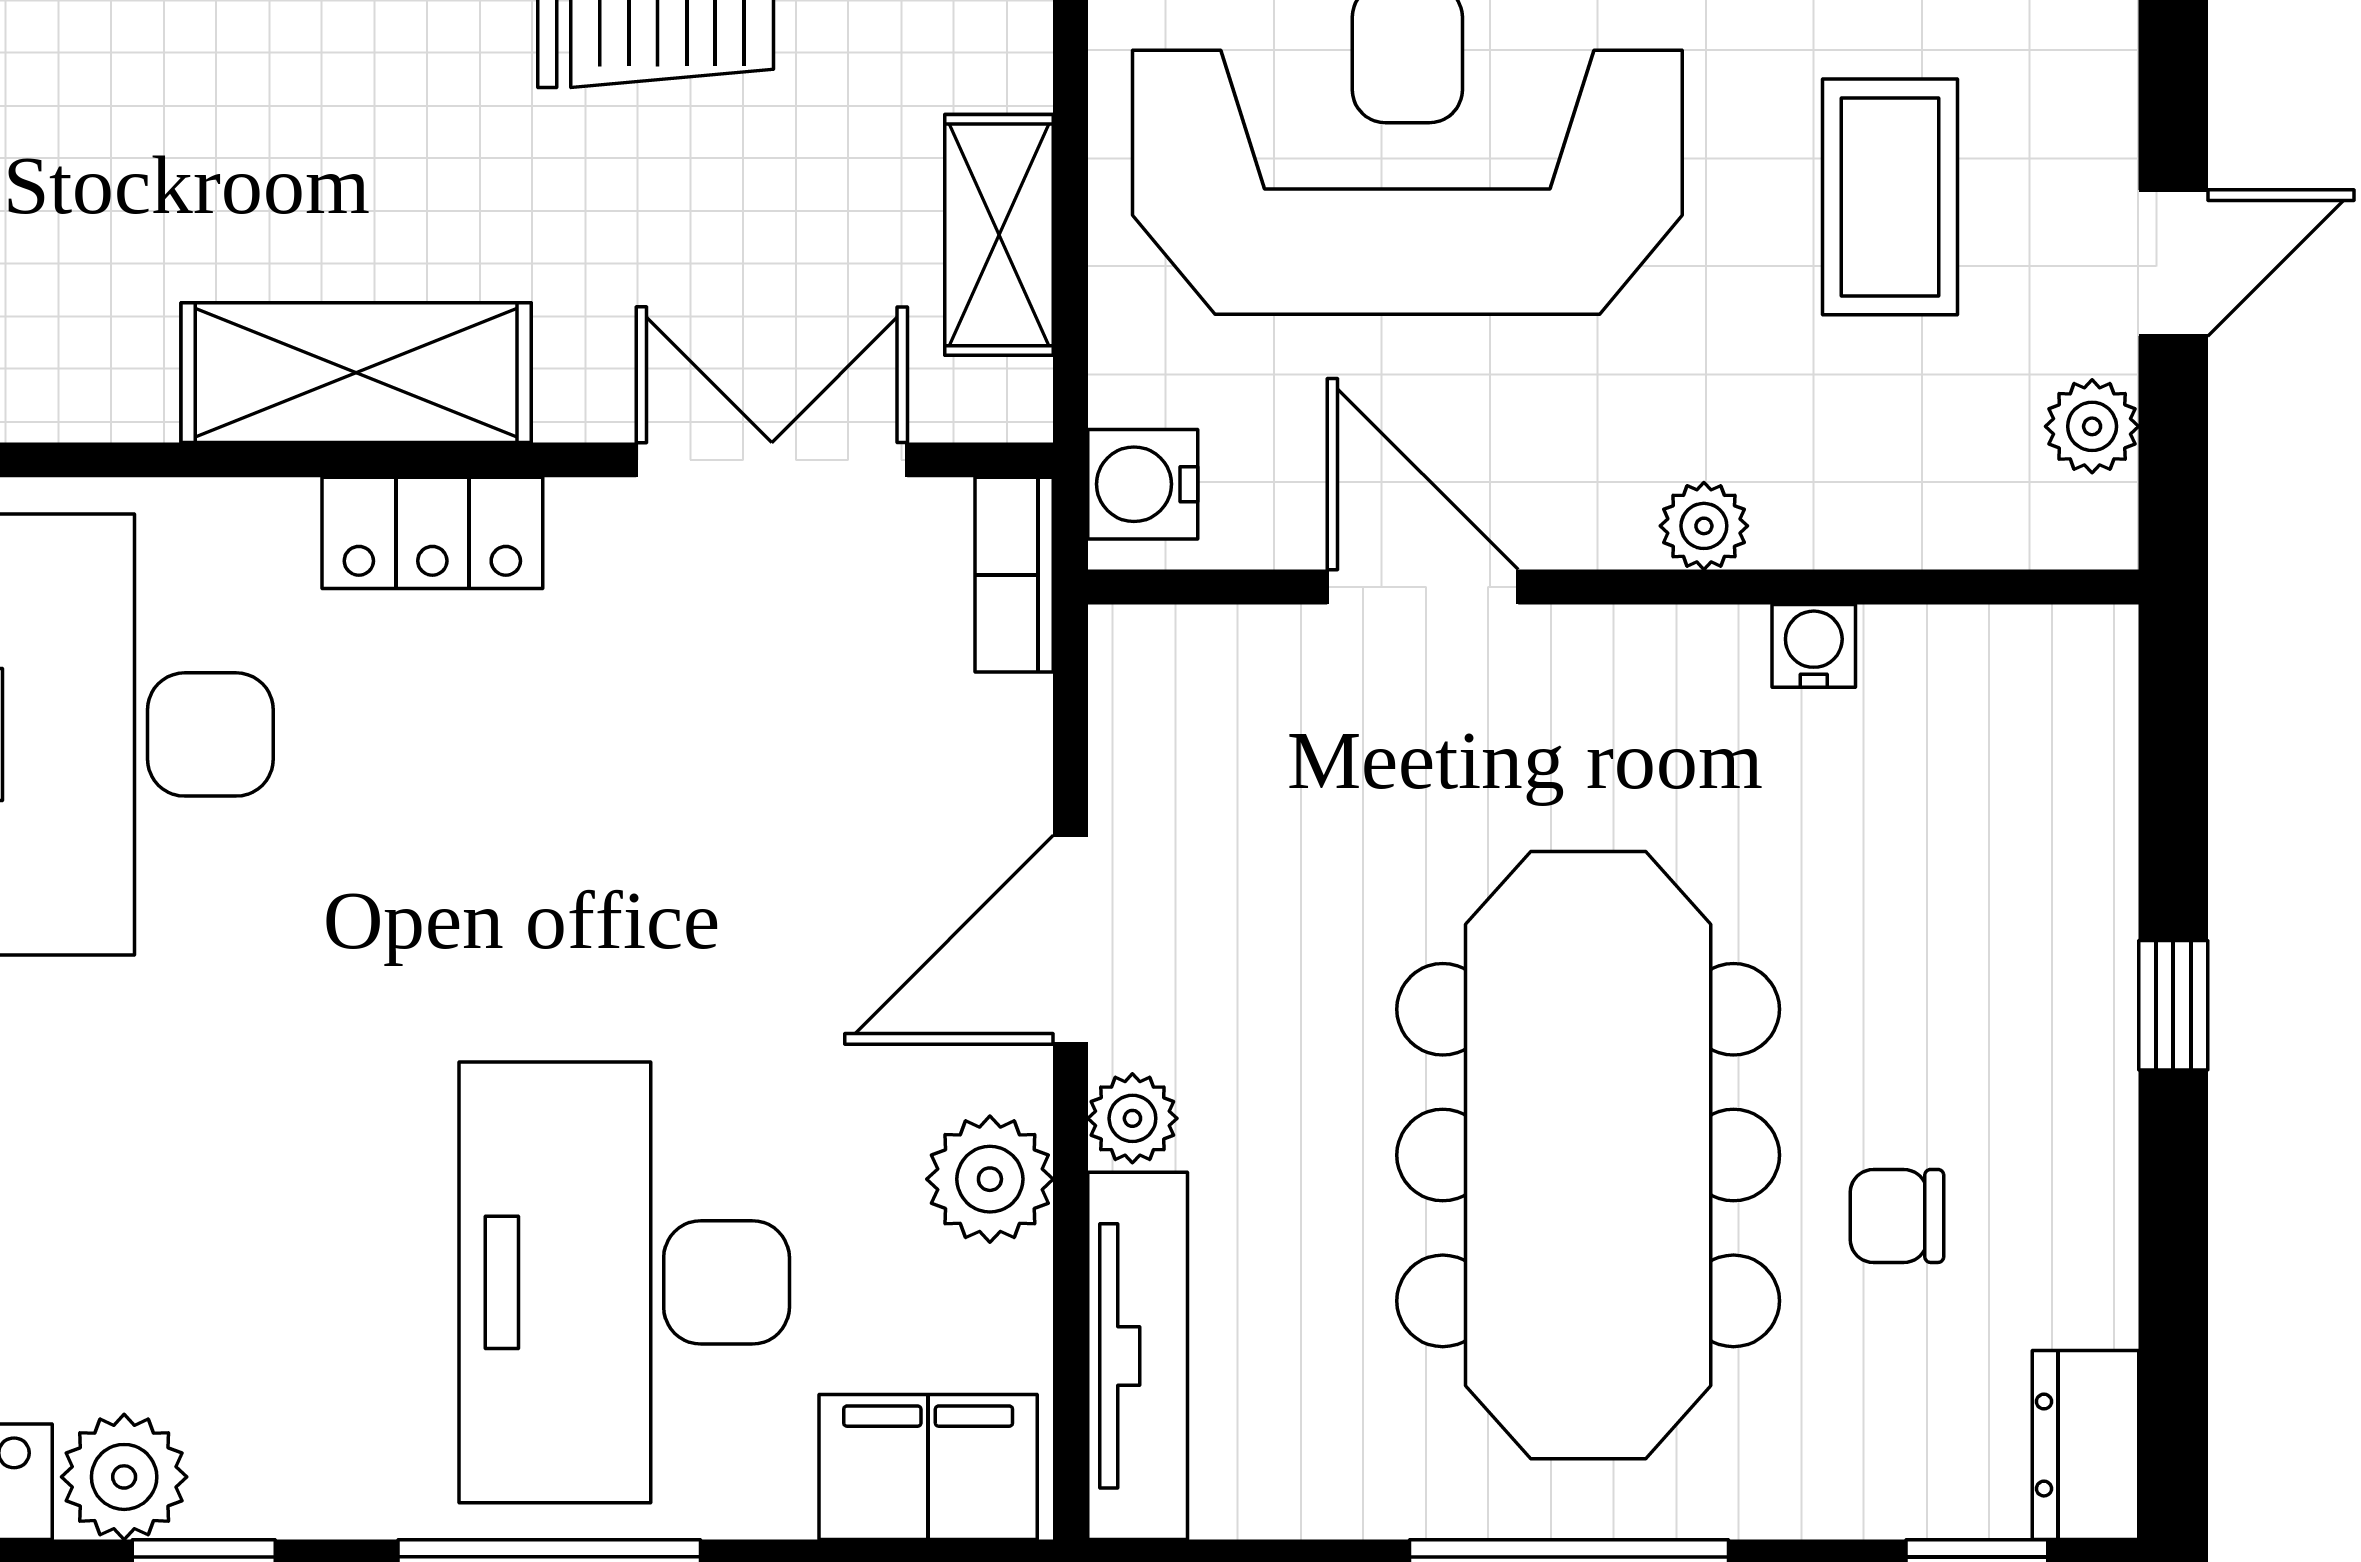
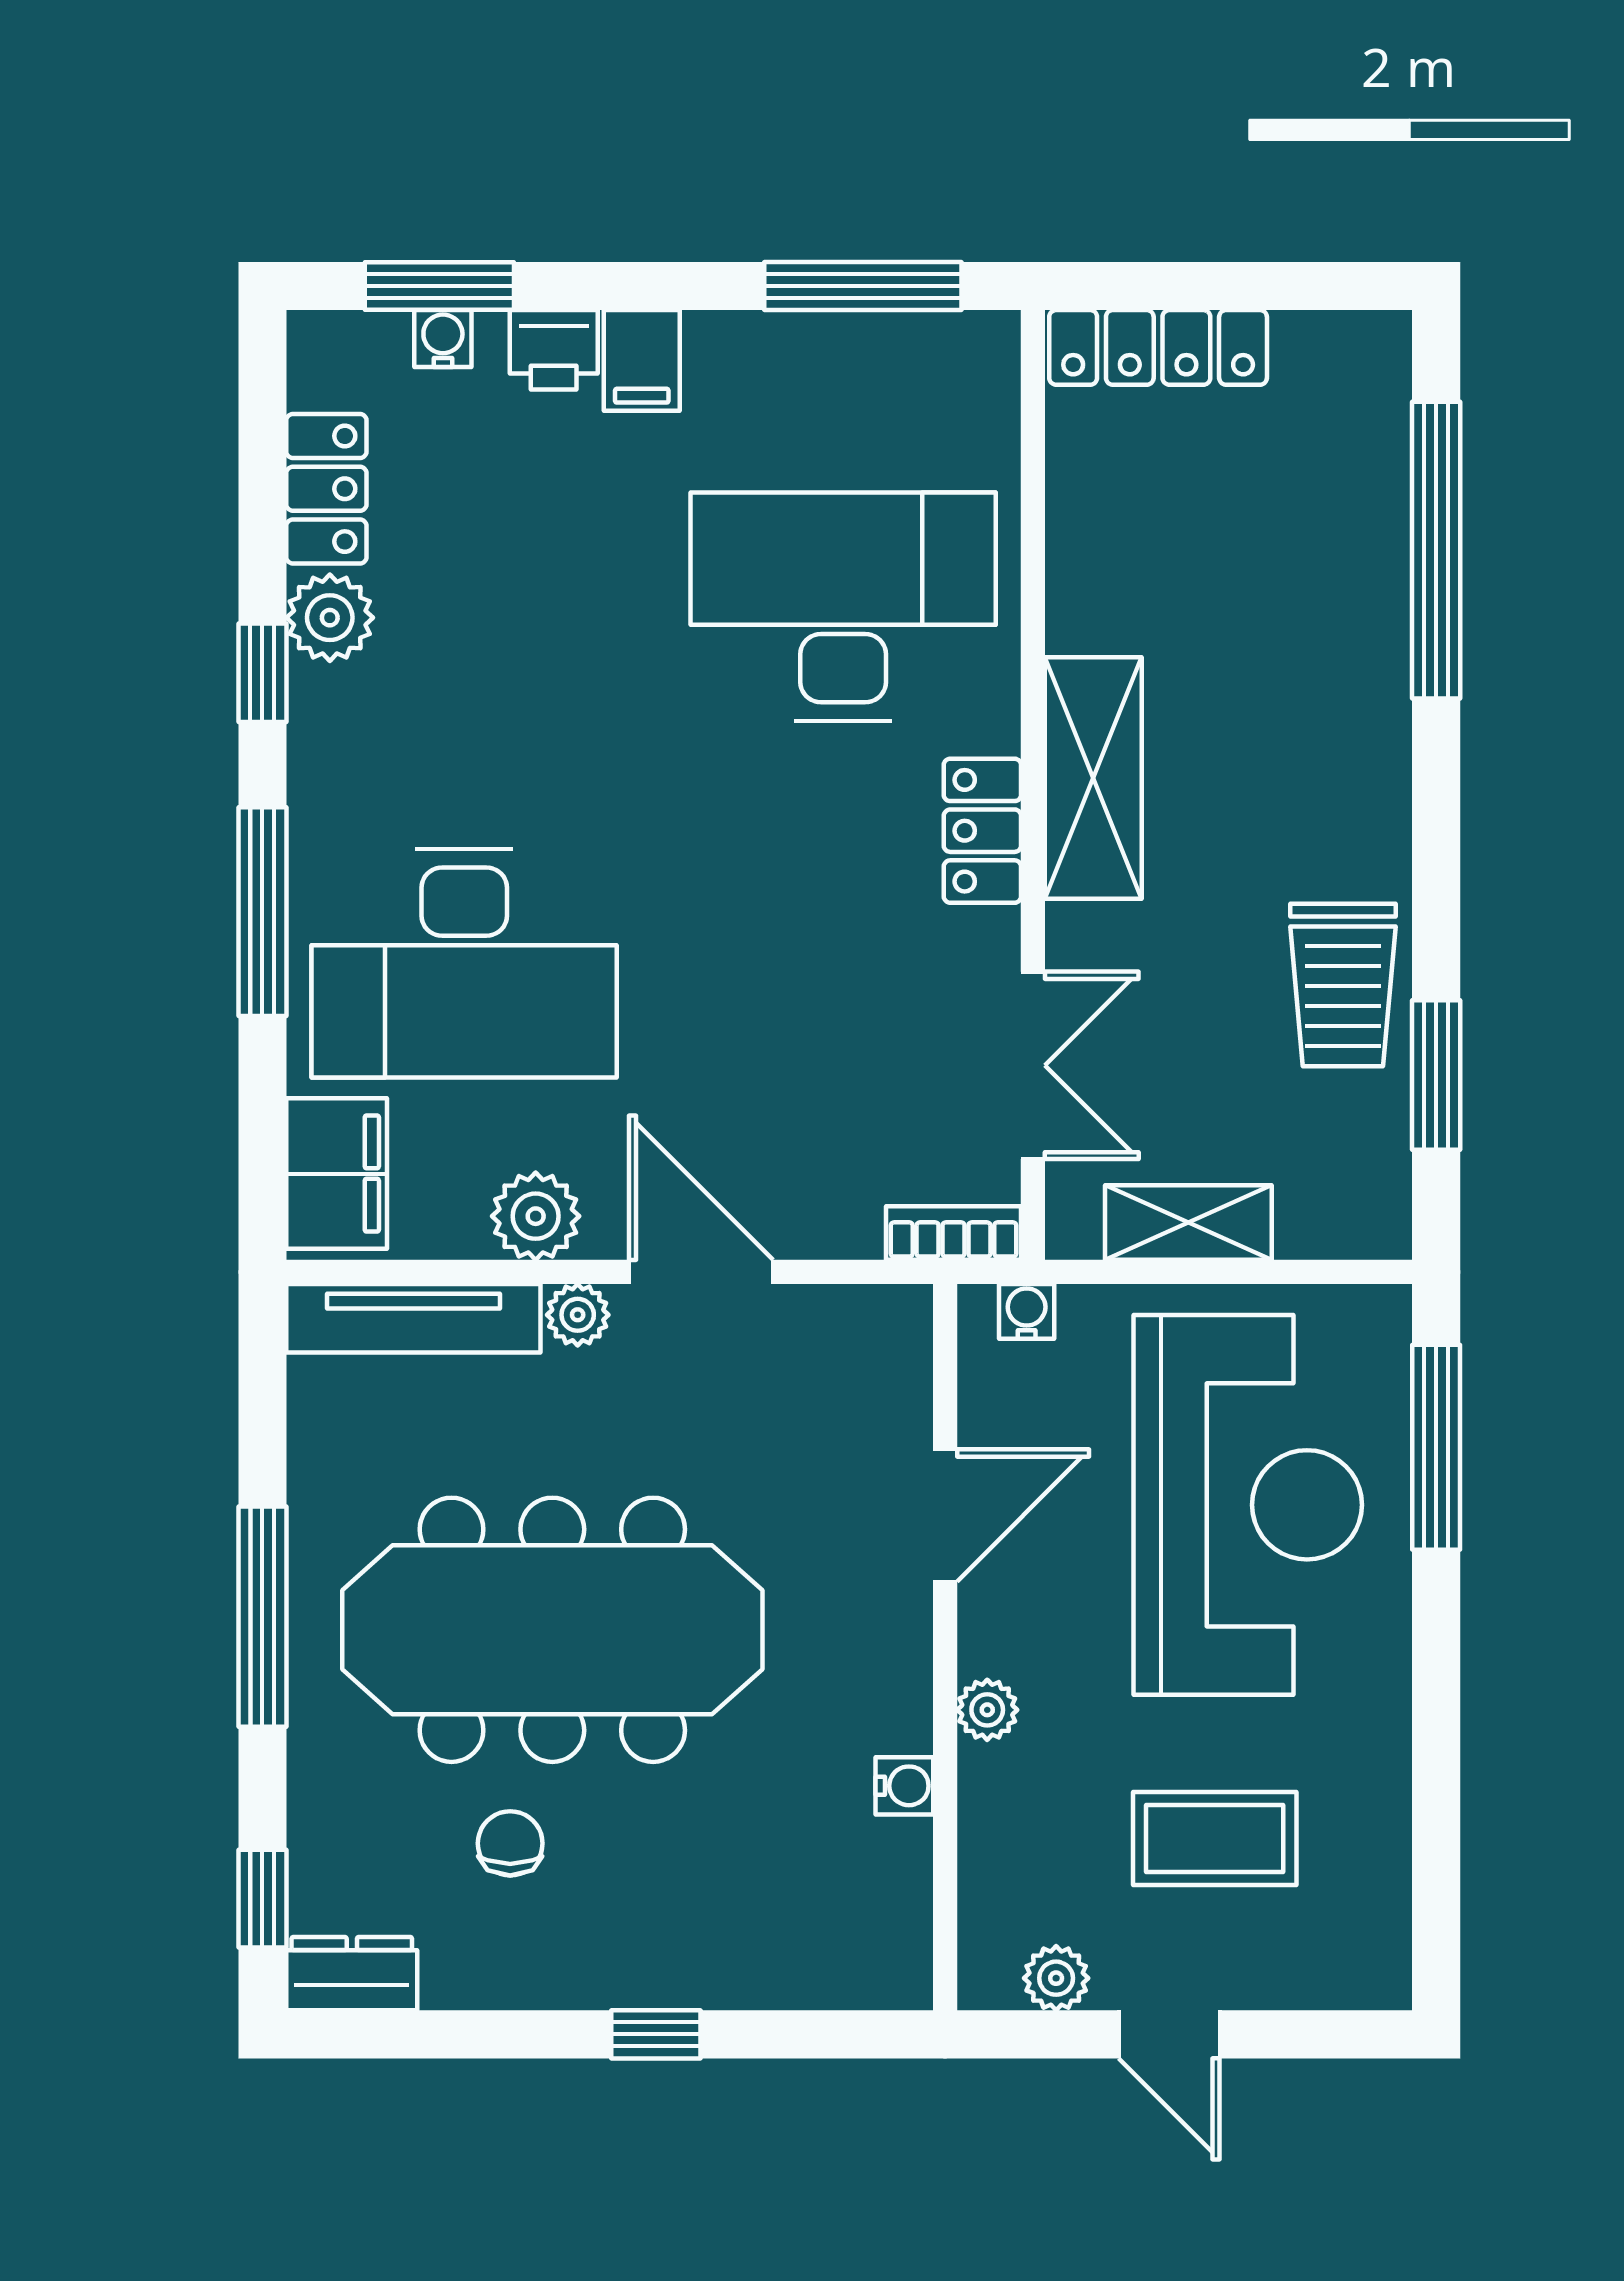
water cooler: (1143, 484) -> (1027, 1311), width x0.72, depth x0.72
desk: (624, 1282) -> (464, 963), turned 180

